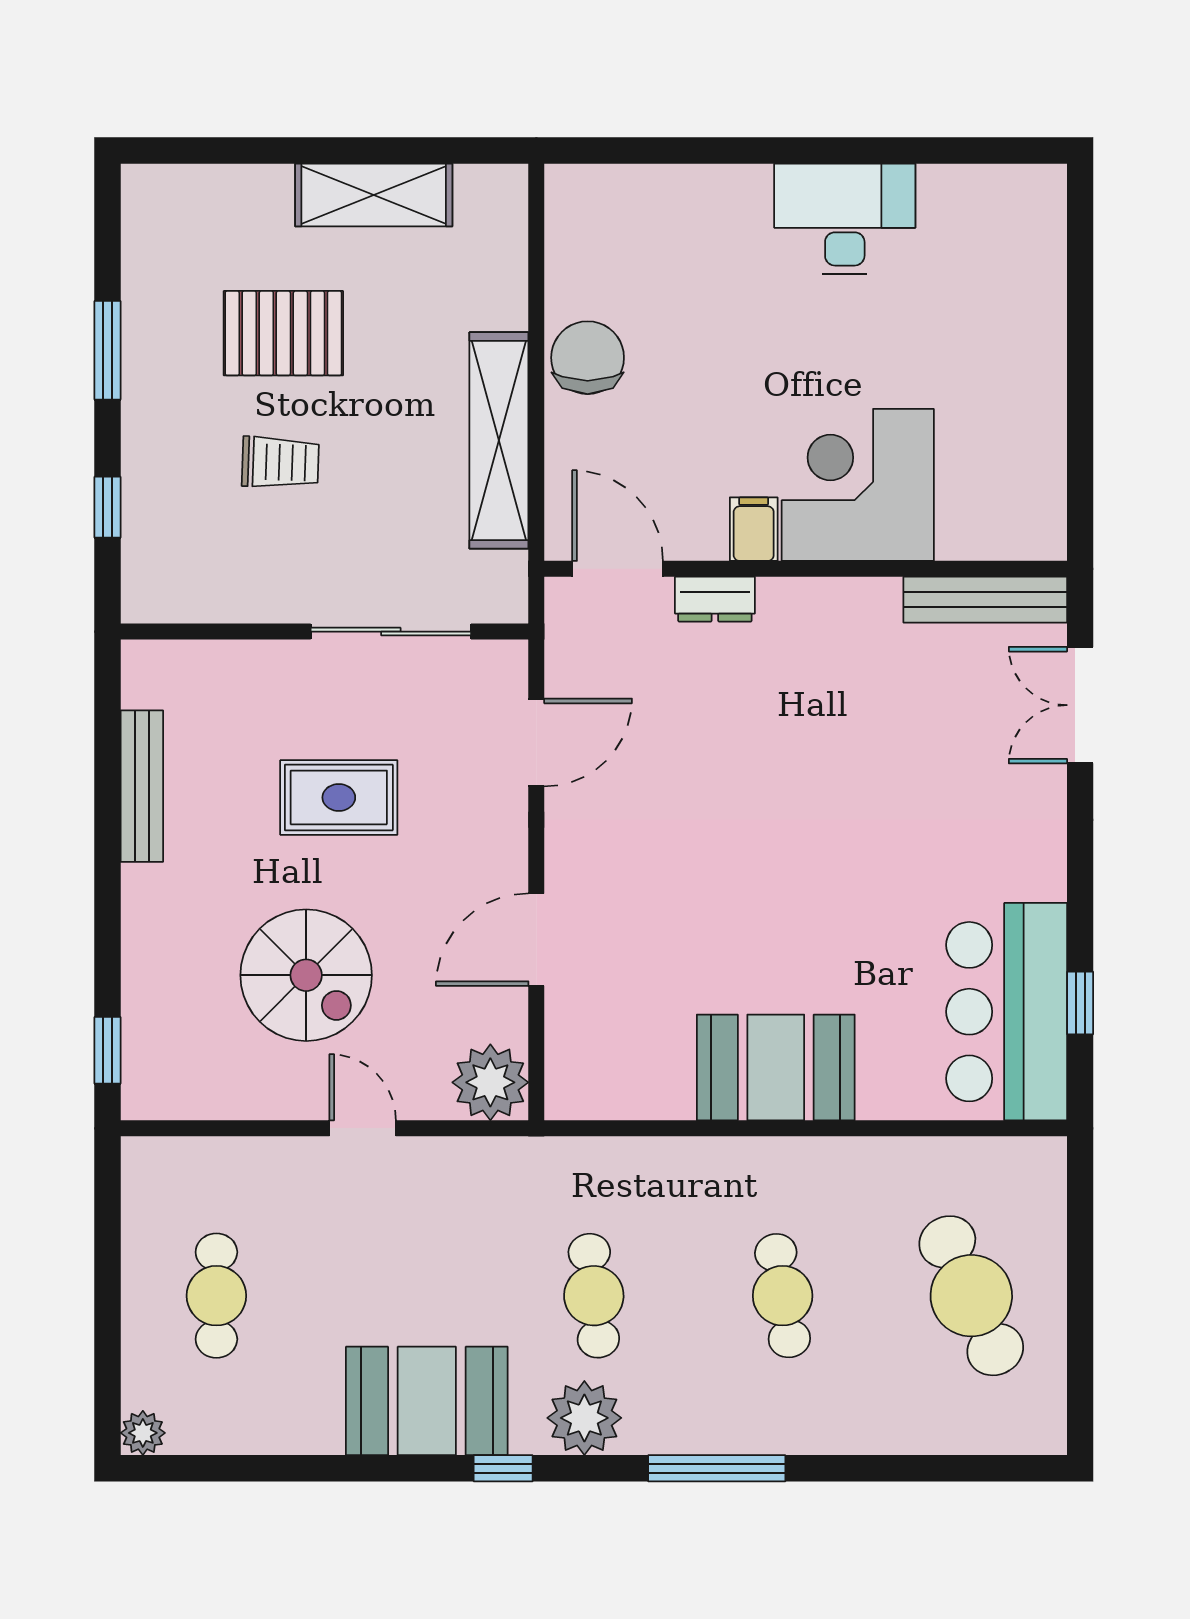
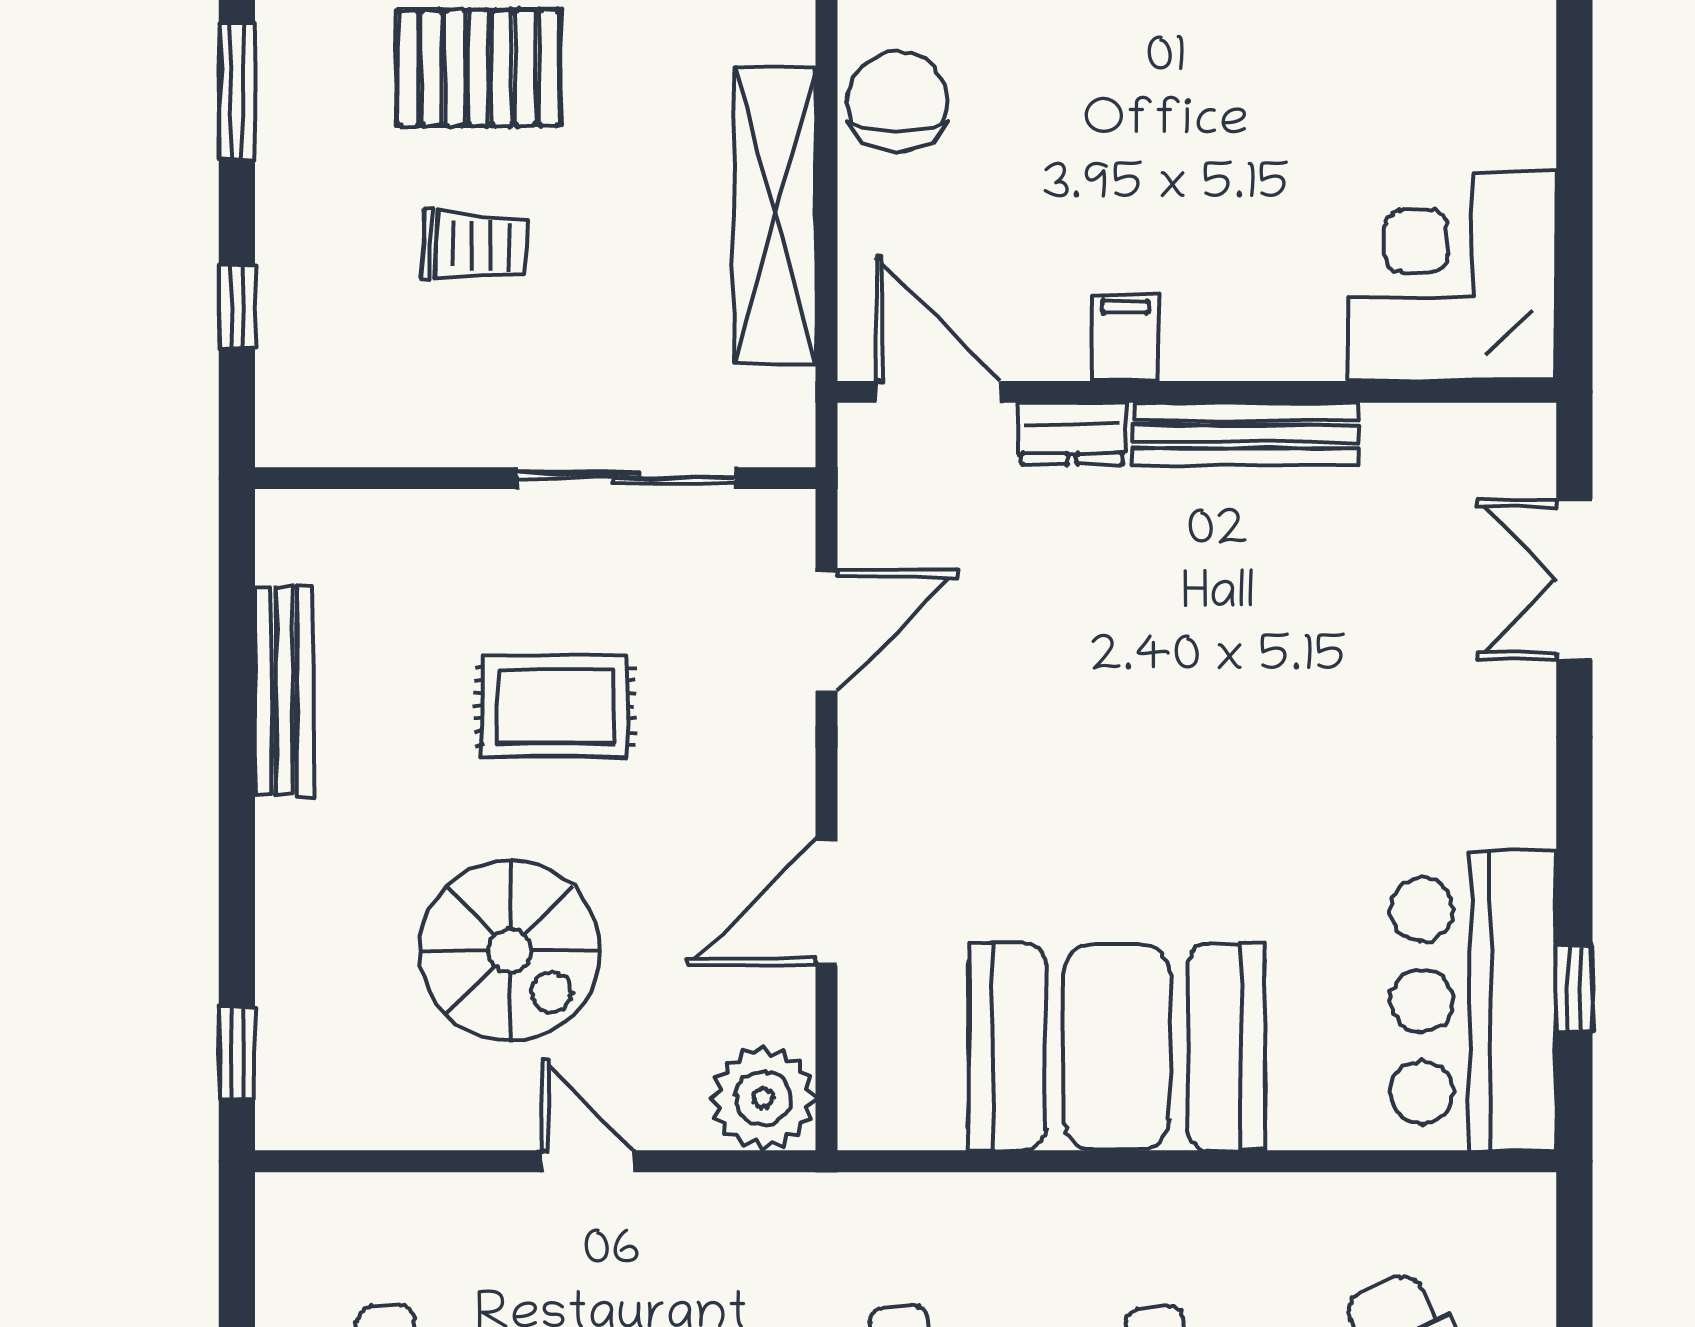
corner desk: (858, 485) -> (1452, 276), moved
bench: (985, 600) -> (1245, 434), moved
booth: (776, 1068) -> (1117, 1047), width x1.36, depth x1.42

